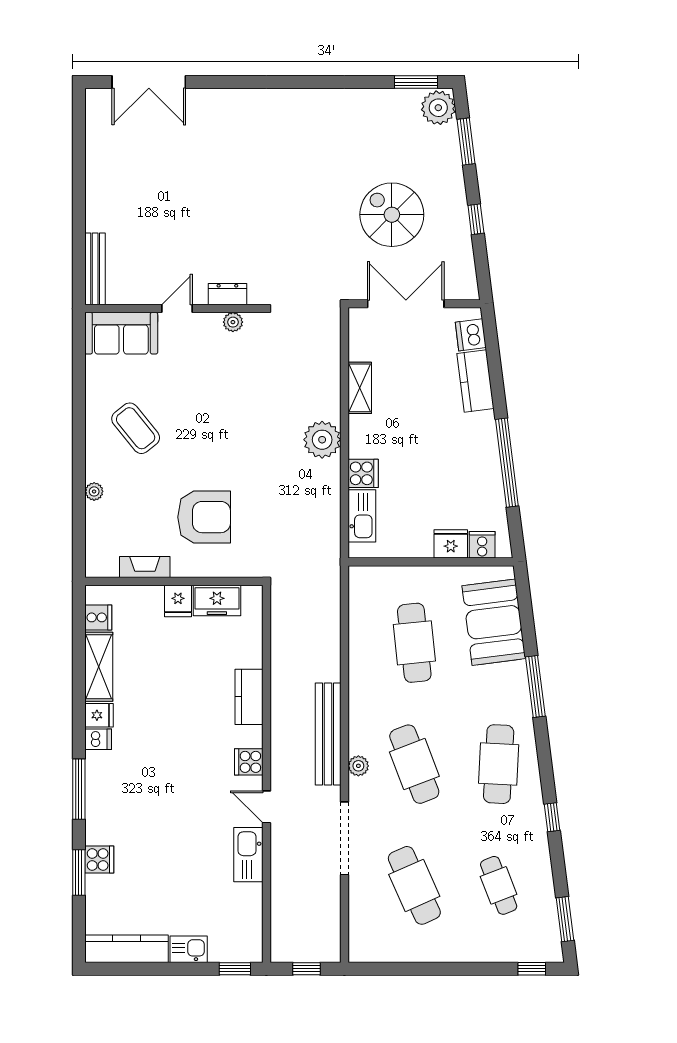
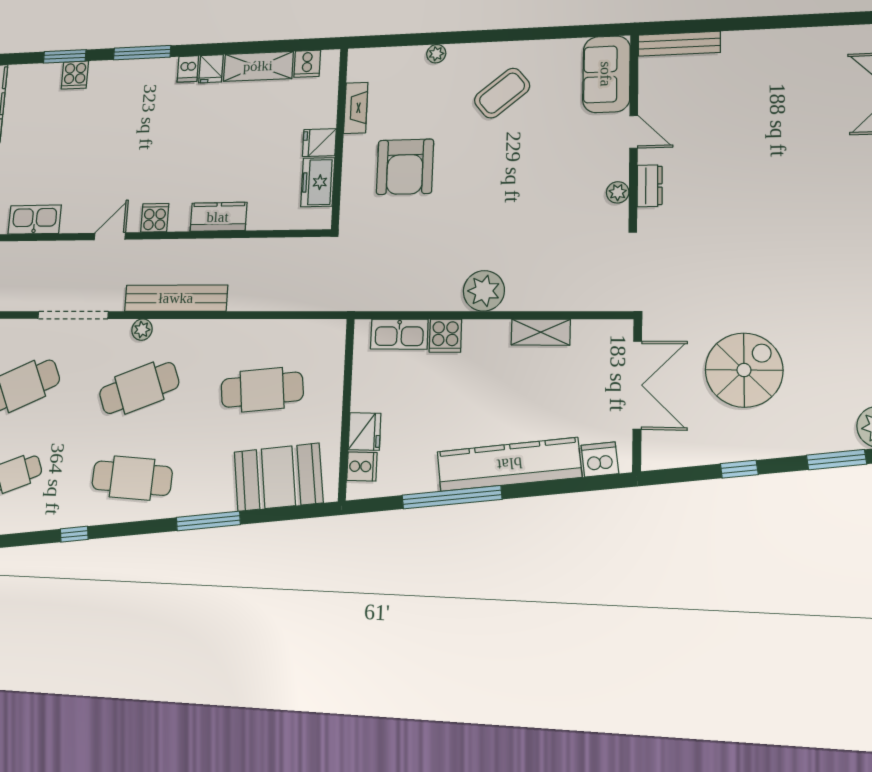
kitchen counter: (475, 381) -> (509, 464), width x2.08, depth x1.17
kitchen sink: (248, 855) -> (35, 220), moved

